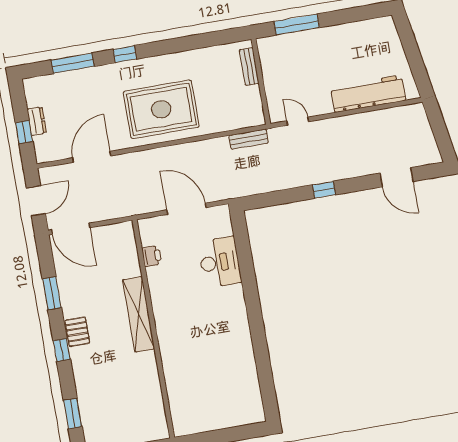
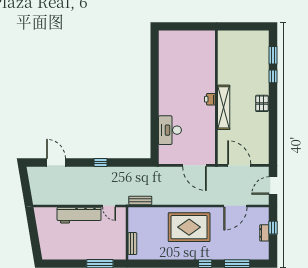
workbench: (368, 94) -> (79, 215), moved
door: (187, 209) -> (194, 165), moved
door: (71, 229) -> (239, 165), moved
printer: (152, 256) -> (210, 99), moved
window: (52, 293) -> (273, 129), removed
window: (62, 350) -> (273, 76), moved

